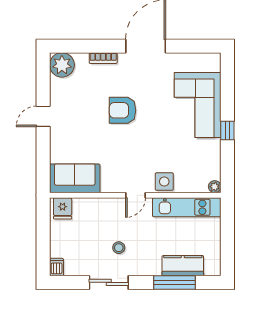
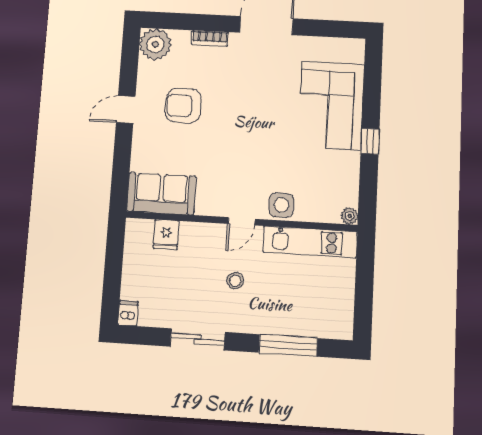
armchair: (123, 110) -> (183, 106), moved
fridge: (63, 208) -> (166, 235), moved
stool: (119, 248) -> (235, 281), moved
kitchen counter: (183, 266) -> (301, 322), removed

